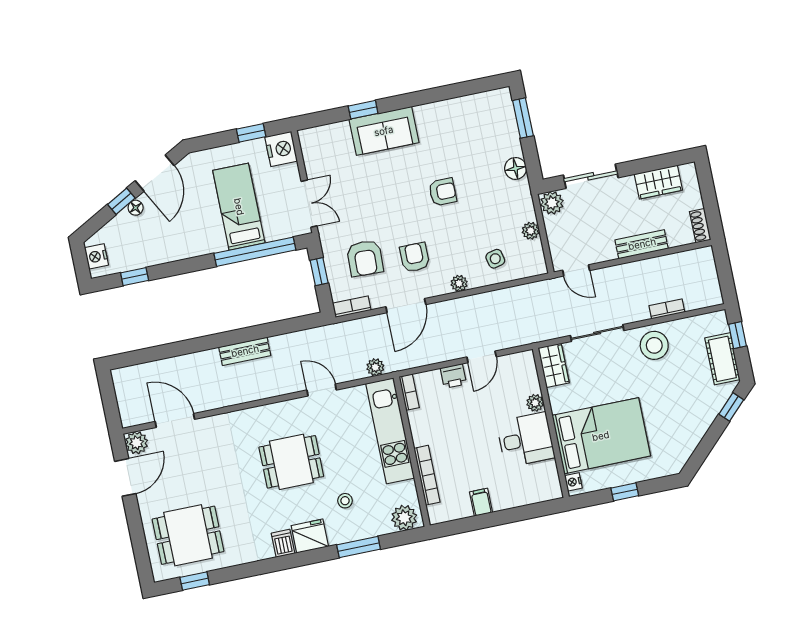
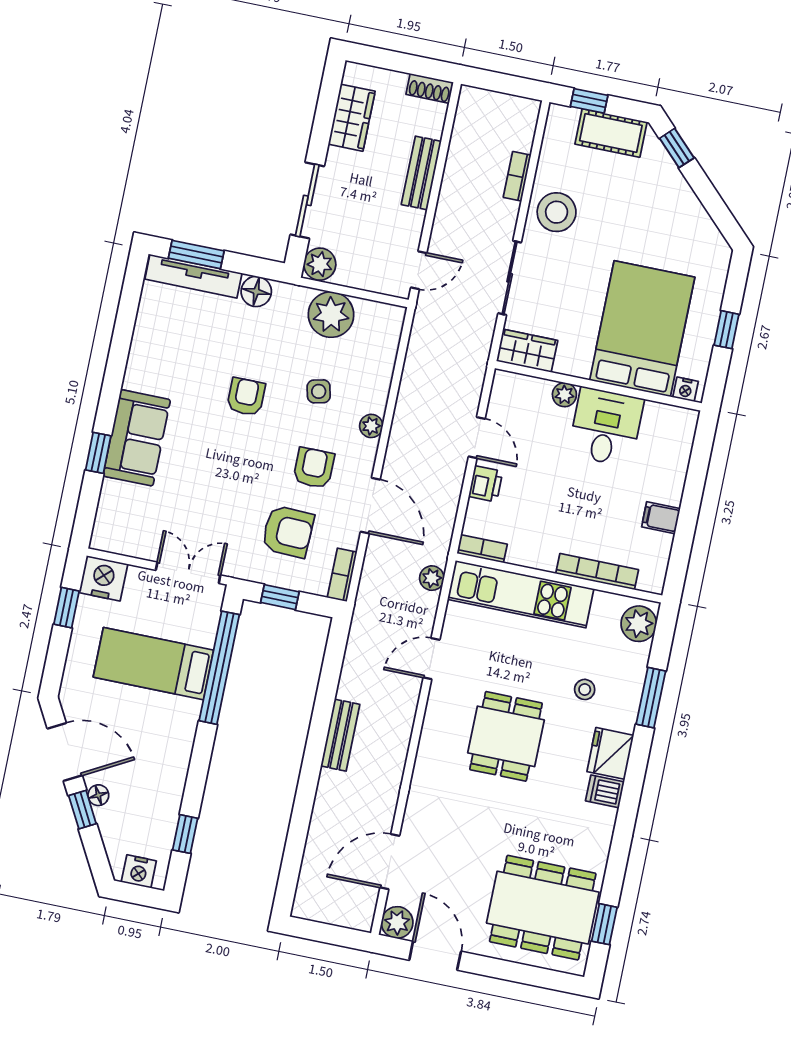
tv unit: (508, 122) -> (193, 276), added
plant: (531, 231) -> (331, 315), width x1.88, depth x1.88
armchair: (415, 257) -> (314, 468), turned 90
side table: (495, 259) -> (319, 391), moved
dining table: (188, 535) -> (543, 908), width x1.38

